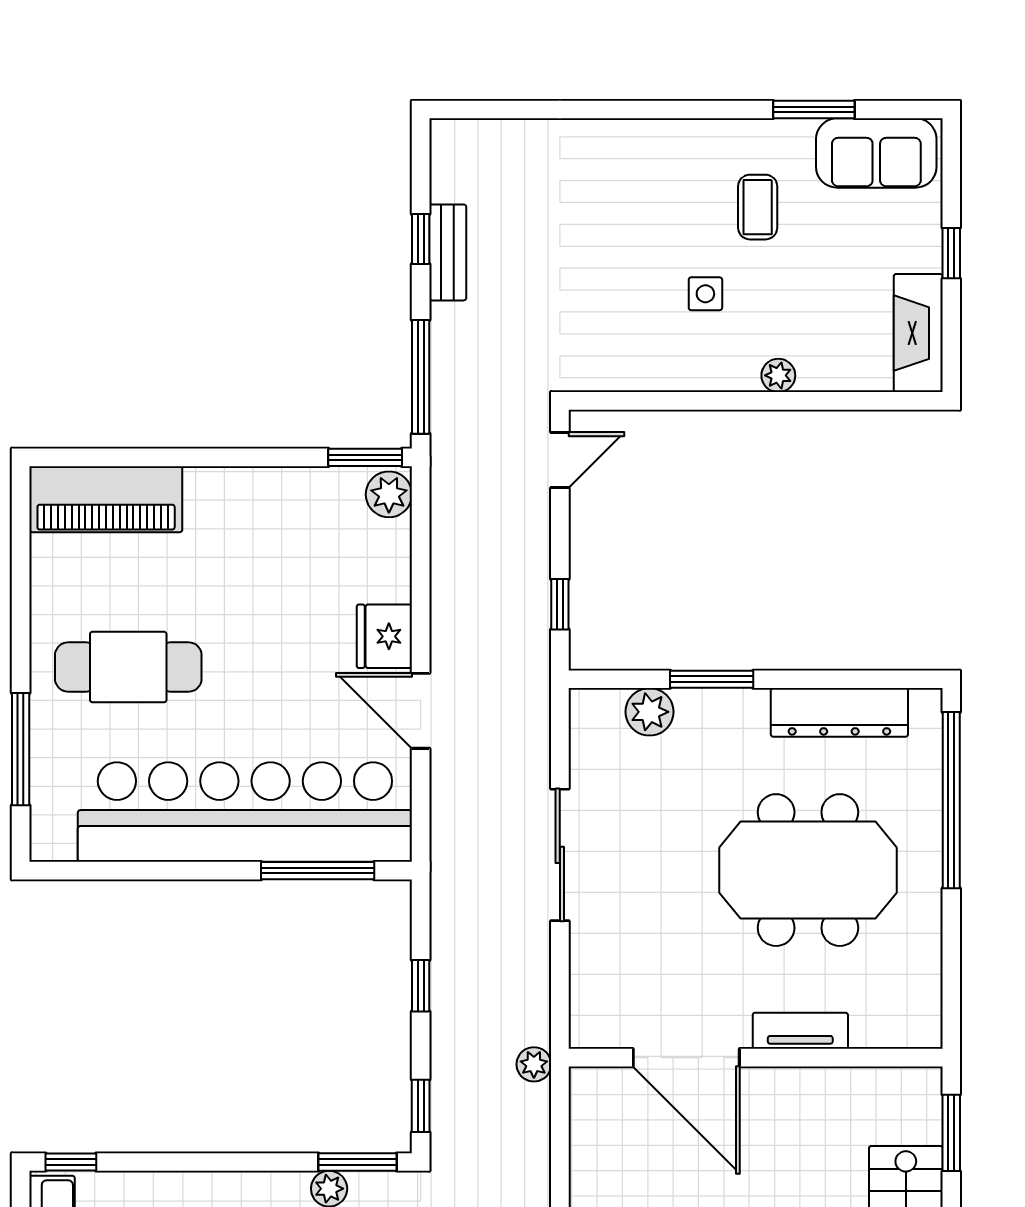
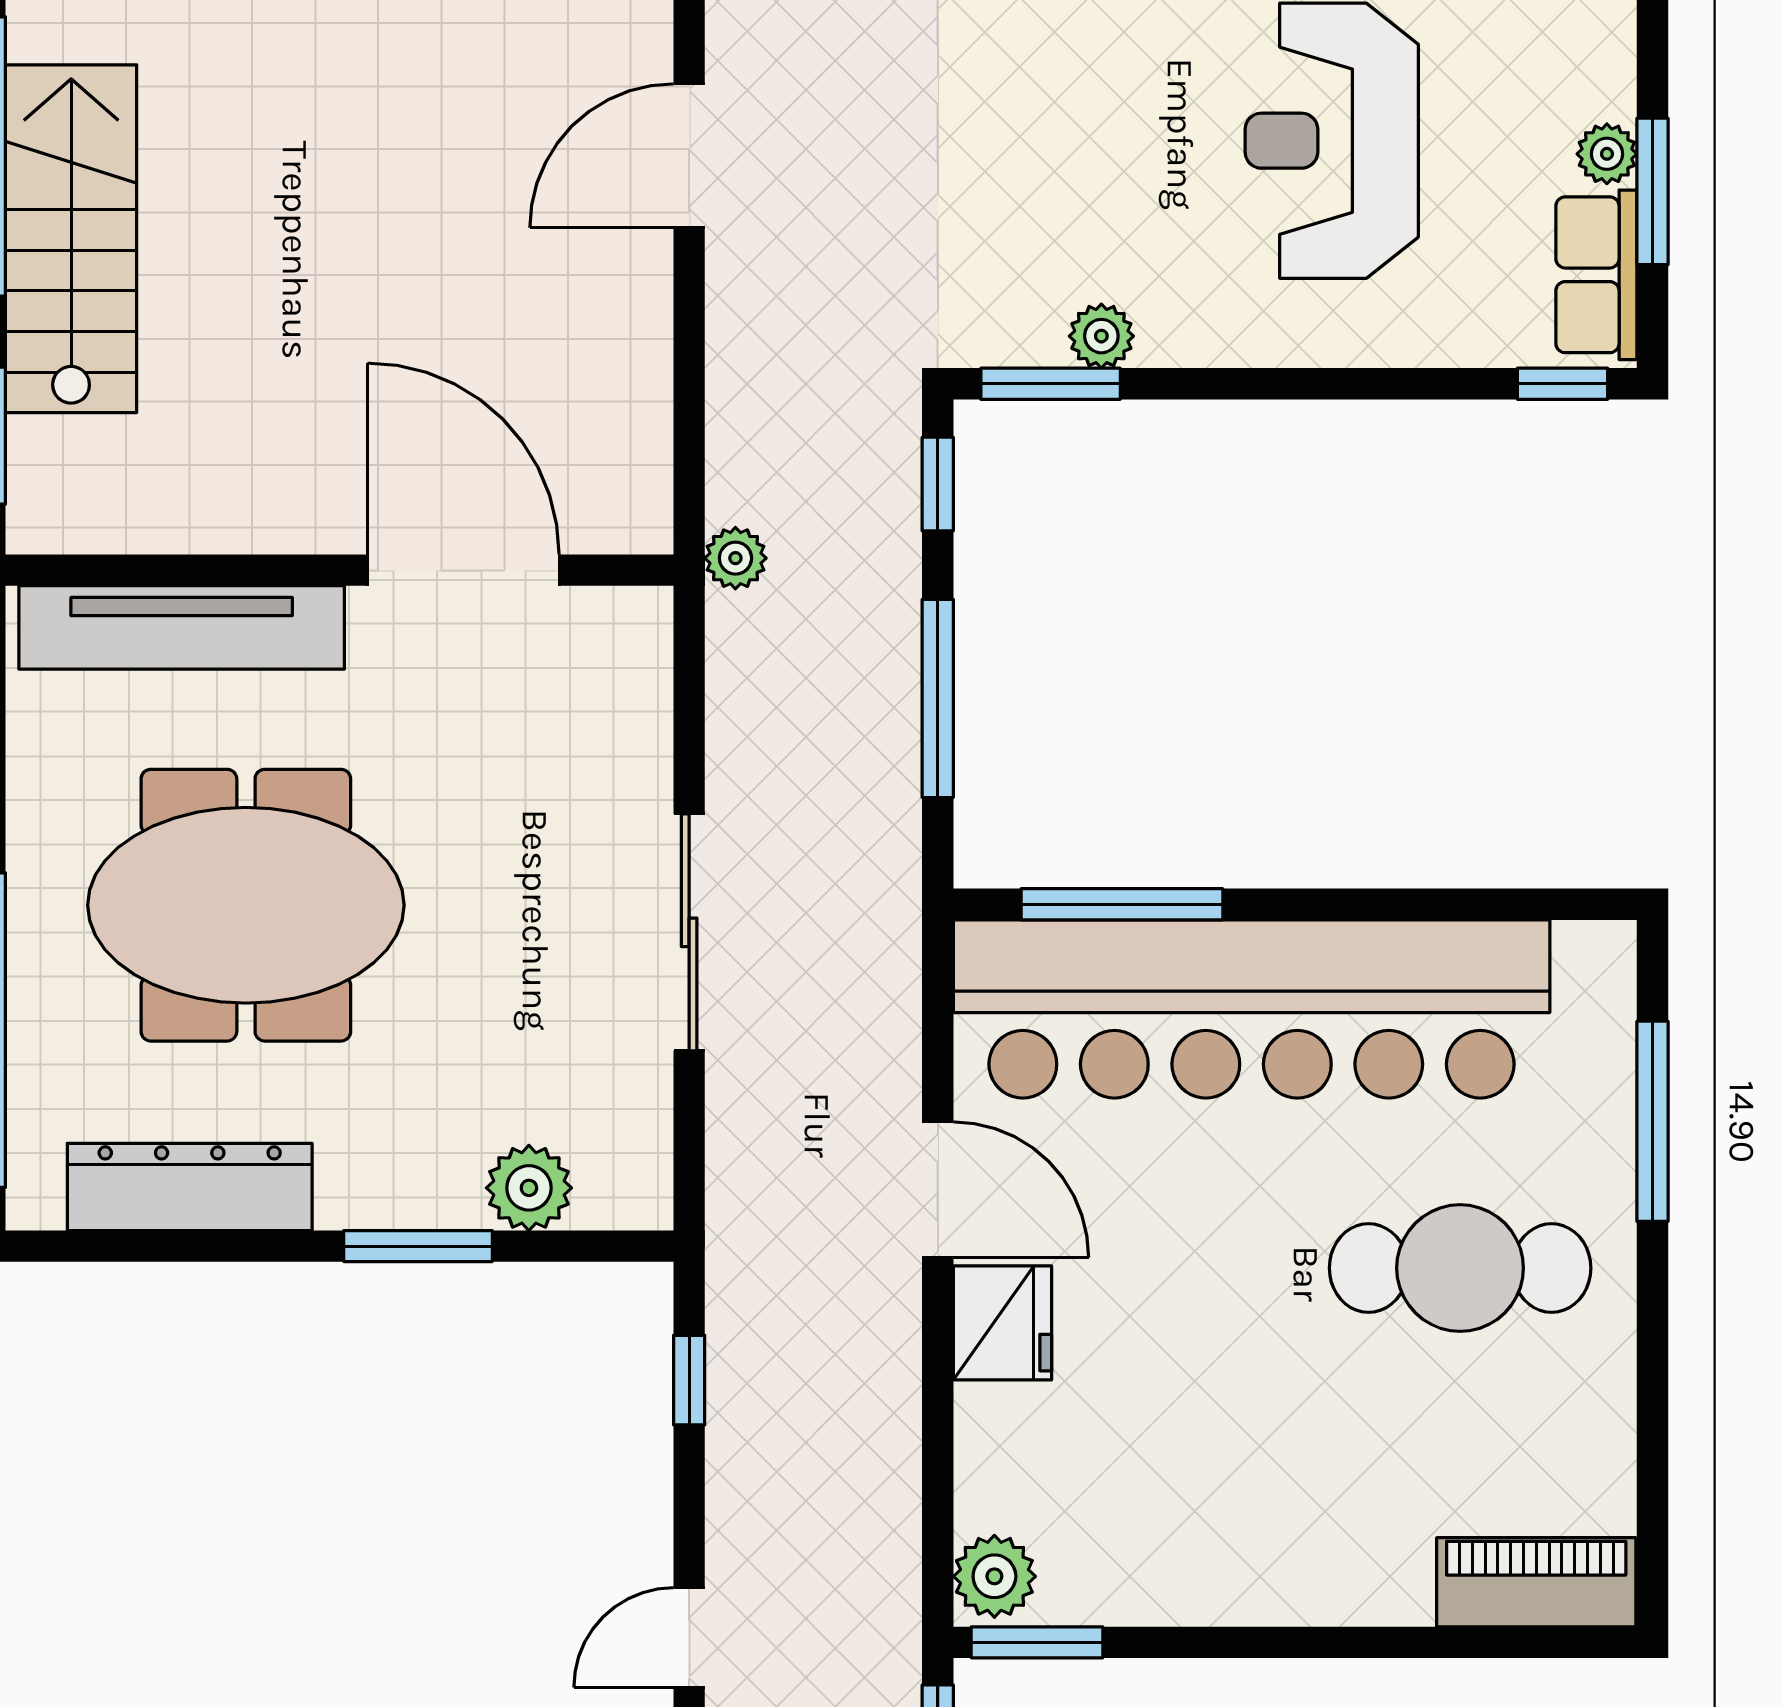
piano: (106, 499) -> (1536, 1582), width x0.73, depth x0.75
window: (421, 986) -> (938, 698), width x2.17
tv unit: (800, 1031) -> (182, 627), width x1.92, depth x1.29

